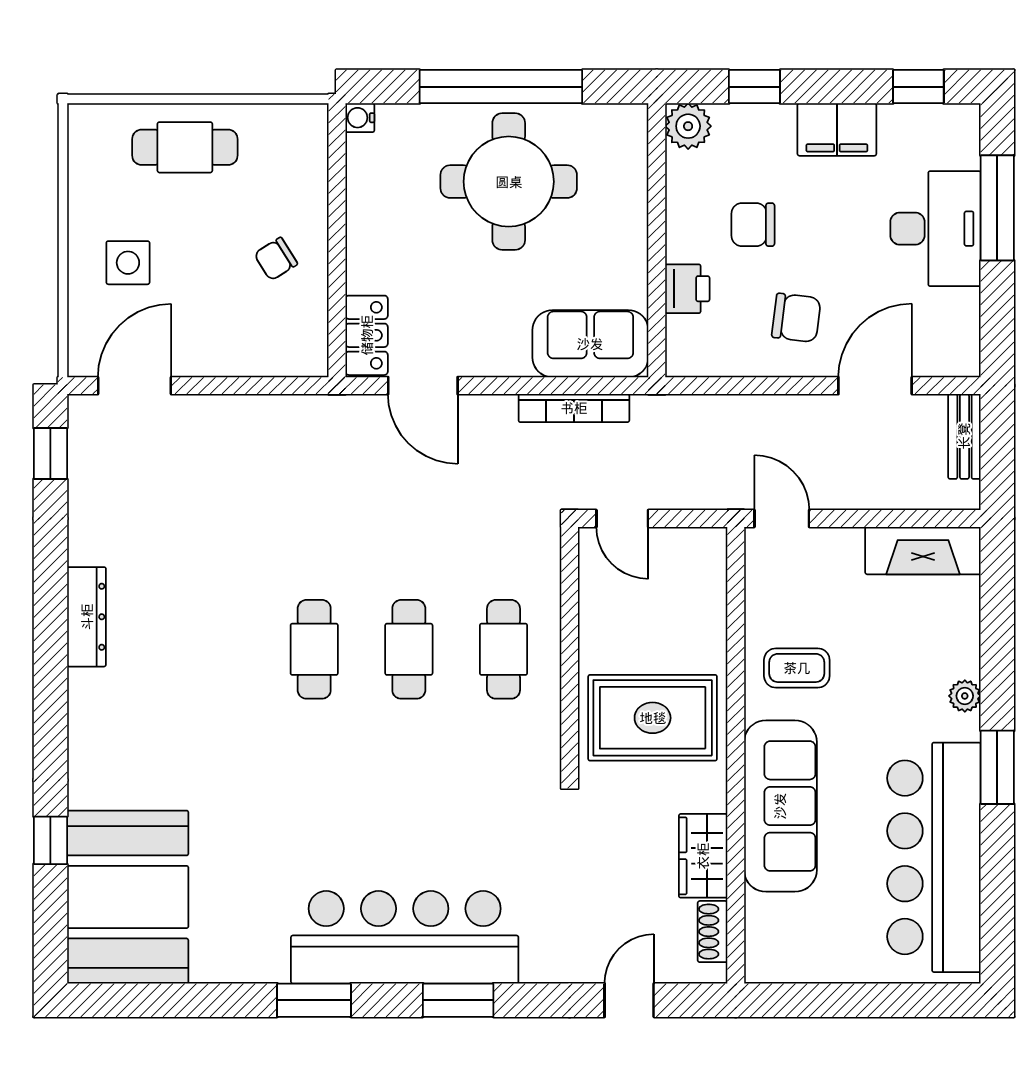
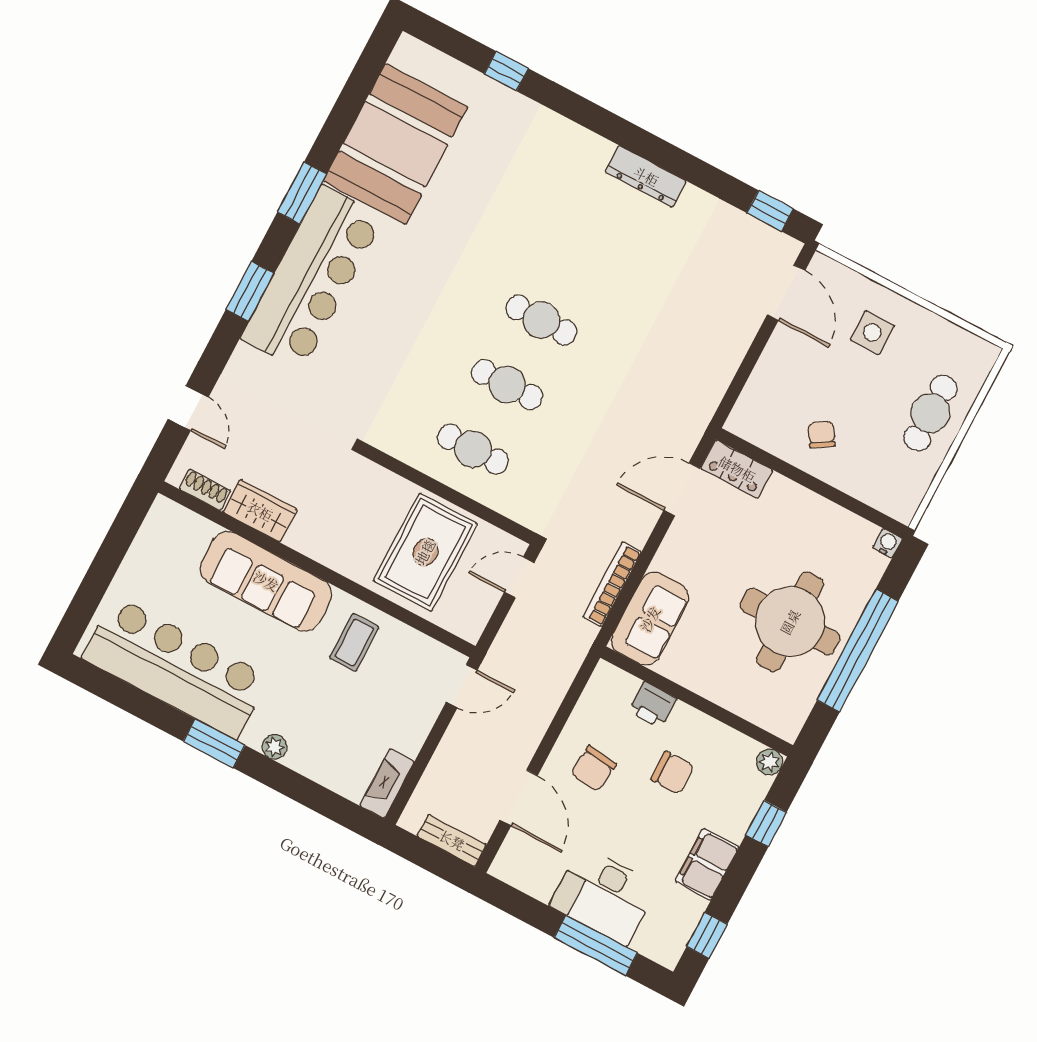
plant: (688, 126) -> (770, 762), width x0.73, depth x0.73
chair: (753, 225) -> (673, 773), turned 90
fireplace: (923, 551) -> (387, 784), width x0.73, depth x0.76
rug: (653, 718) -> (425, 552), moved
booth: (128, 897) -> (395, 144), moved, turned 90

